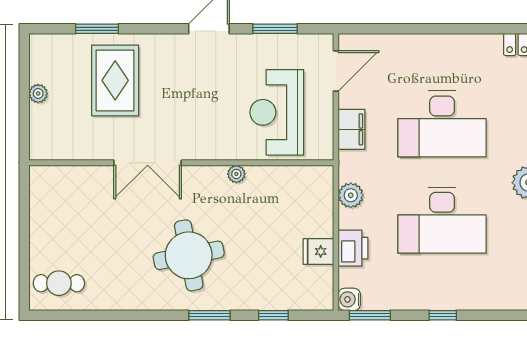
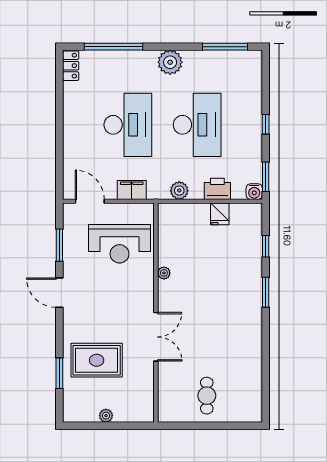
round table: (189, 255) -> (223, 307), removed
cafe table: (59, 283) -> (207, 396), moved

